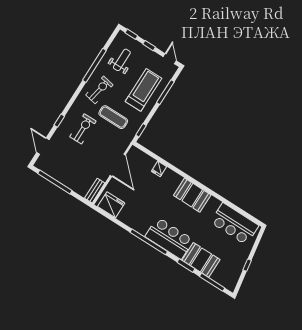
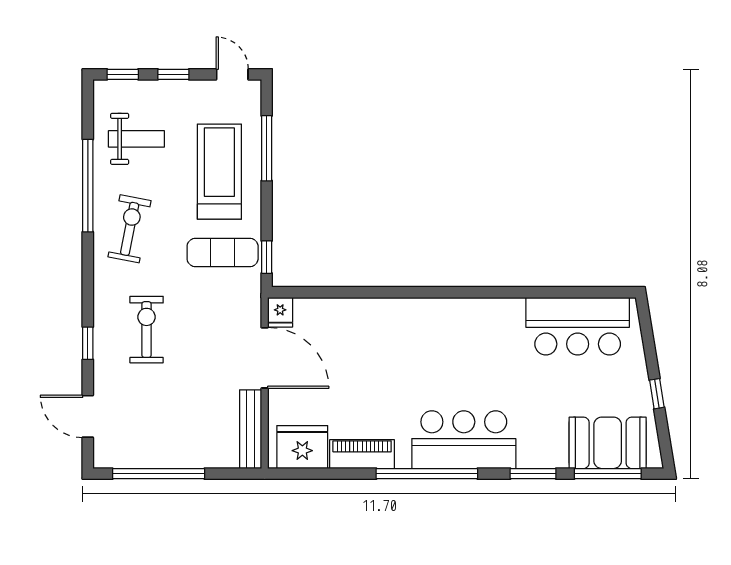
weight bench: (122, 60) -> (136, 139), turned 90
exercise mat: (113, 117) -> (223, 252), moved
fridge: (159, 169) -> (280, 312), moved
bench: (95, 191) -> (251, 429), width x1.36
booth: (192, 195) -> (454, 323), removed
piano: (131, 221) -> (362, 454), added
booth: (201, 260) -> (608, 443), moved

